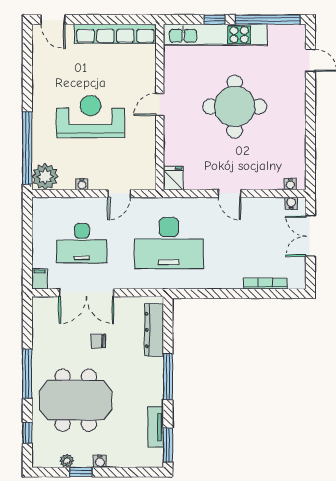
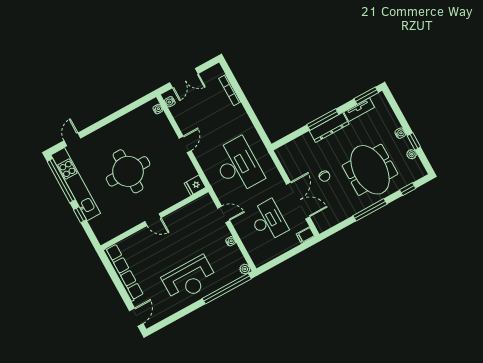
kitchen unit: (215, 35) -> (76, 184), moved
reception desk: (90, 117) -> (189, 279), moved, turned -90
plant: (45, 177) -> (245, 269), width x0.53, depth x0.53
dresser: (154, 330) -> (329, 127), moved

